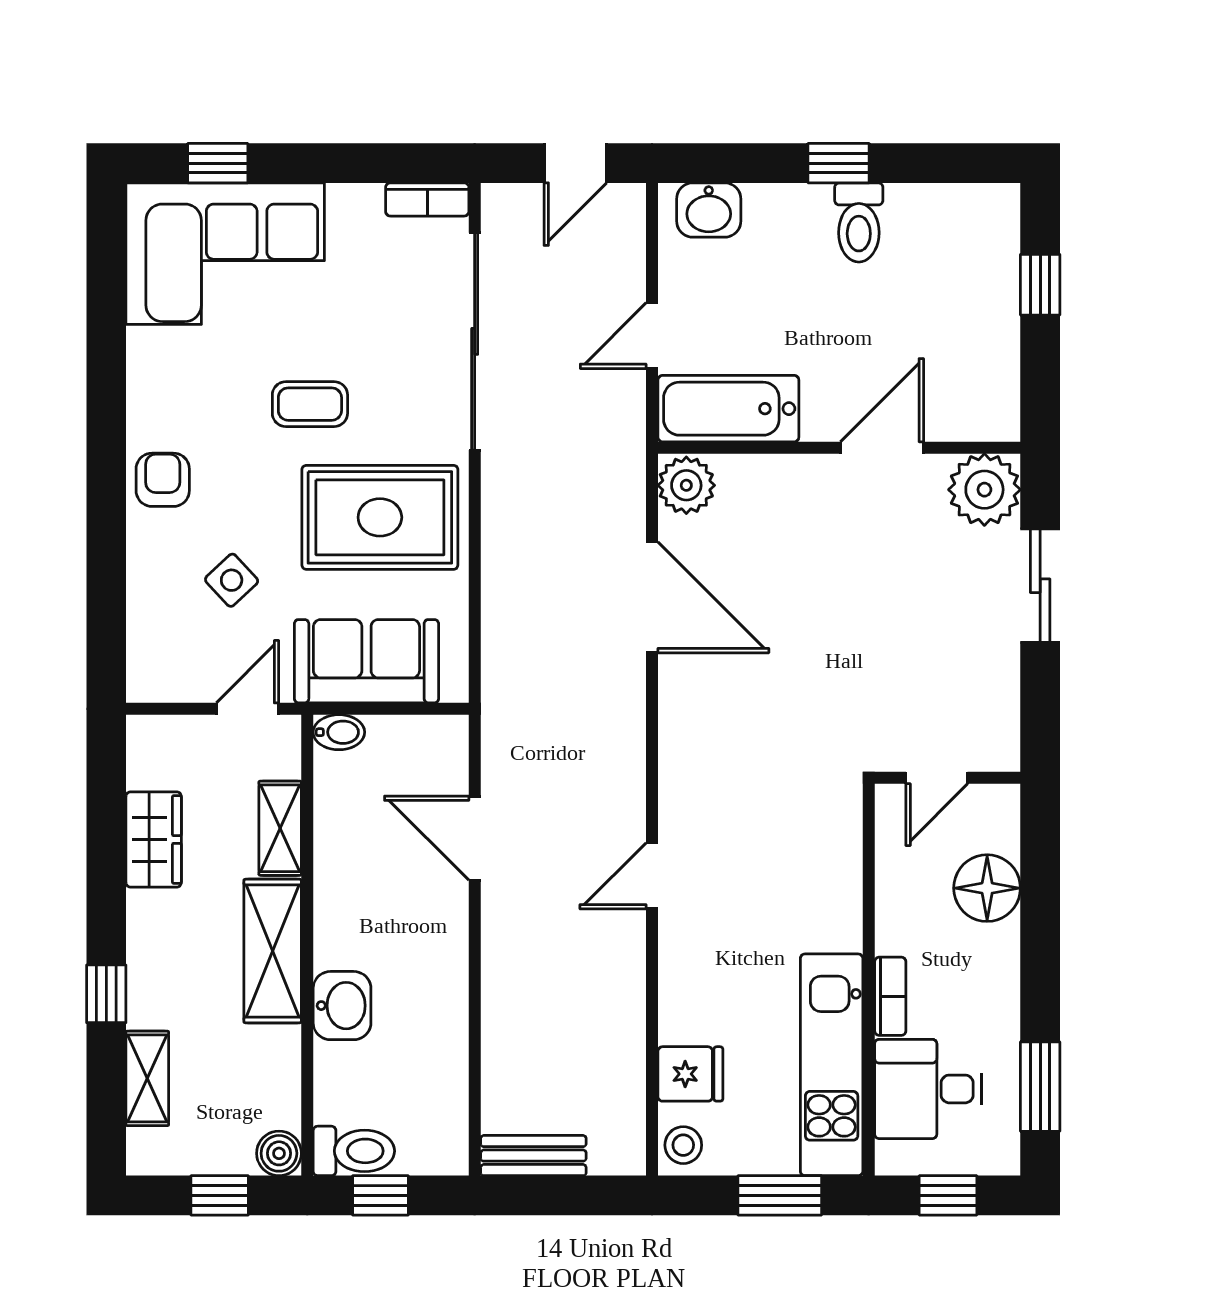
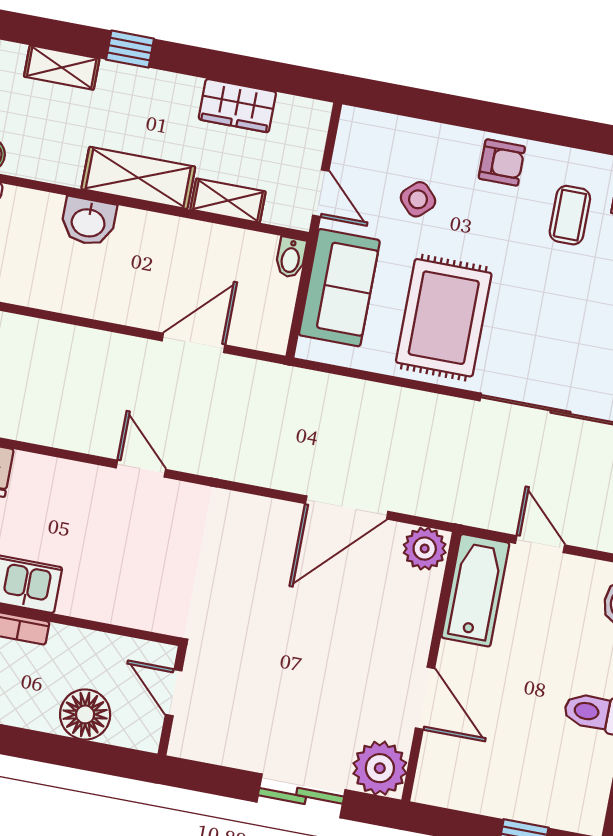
coffee table: (310, 404) -> (570, 215), moved

